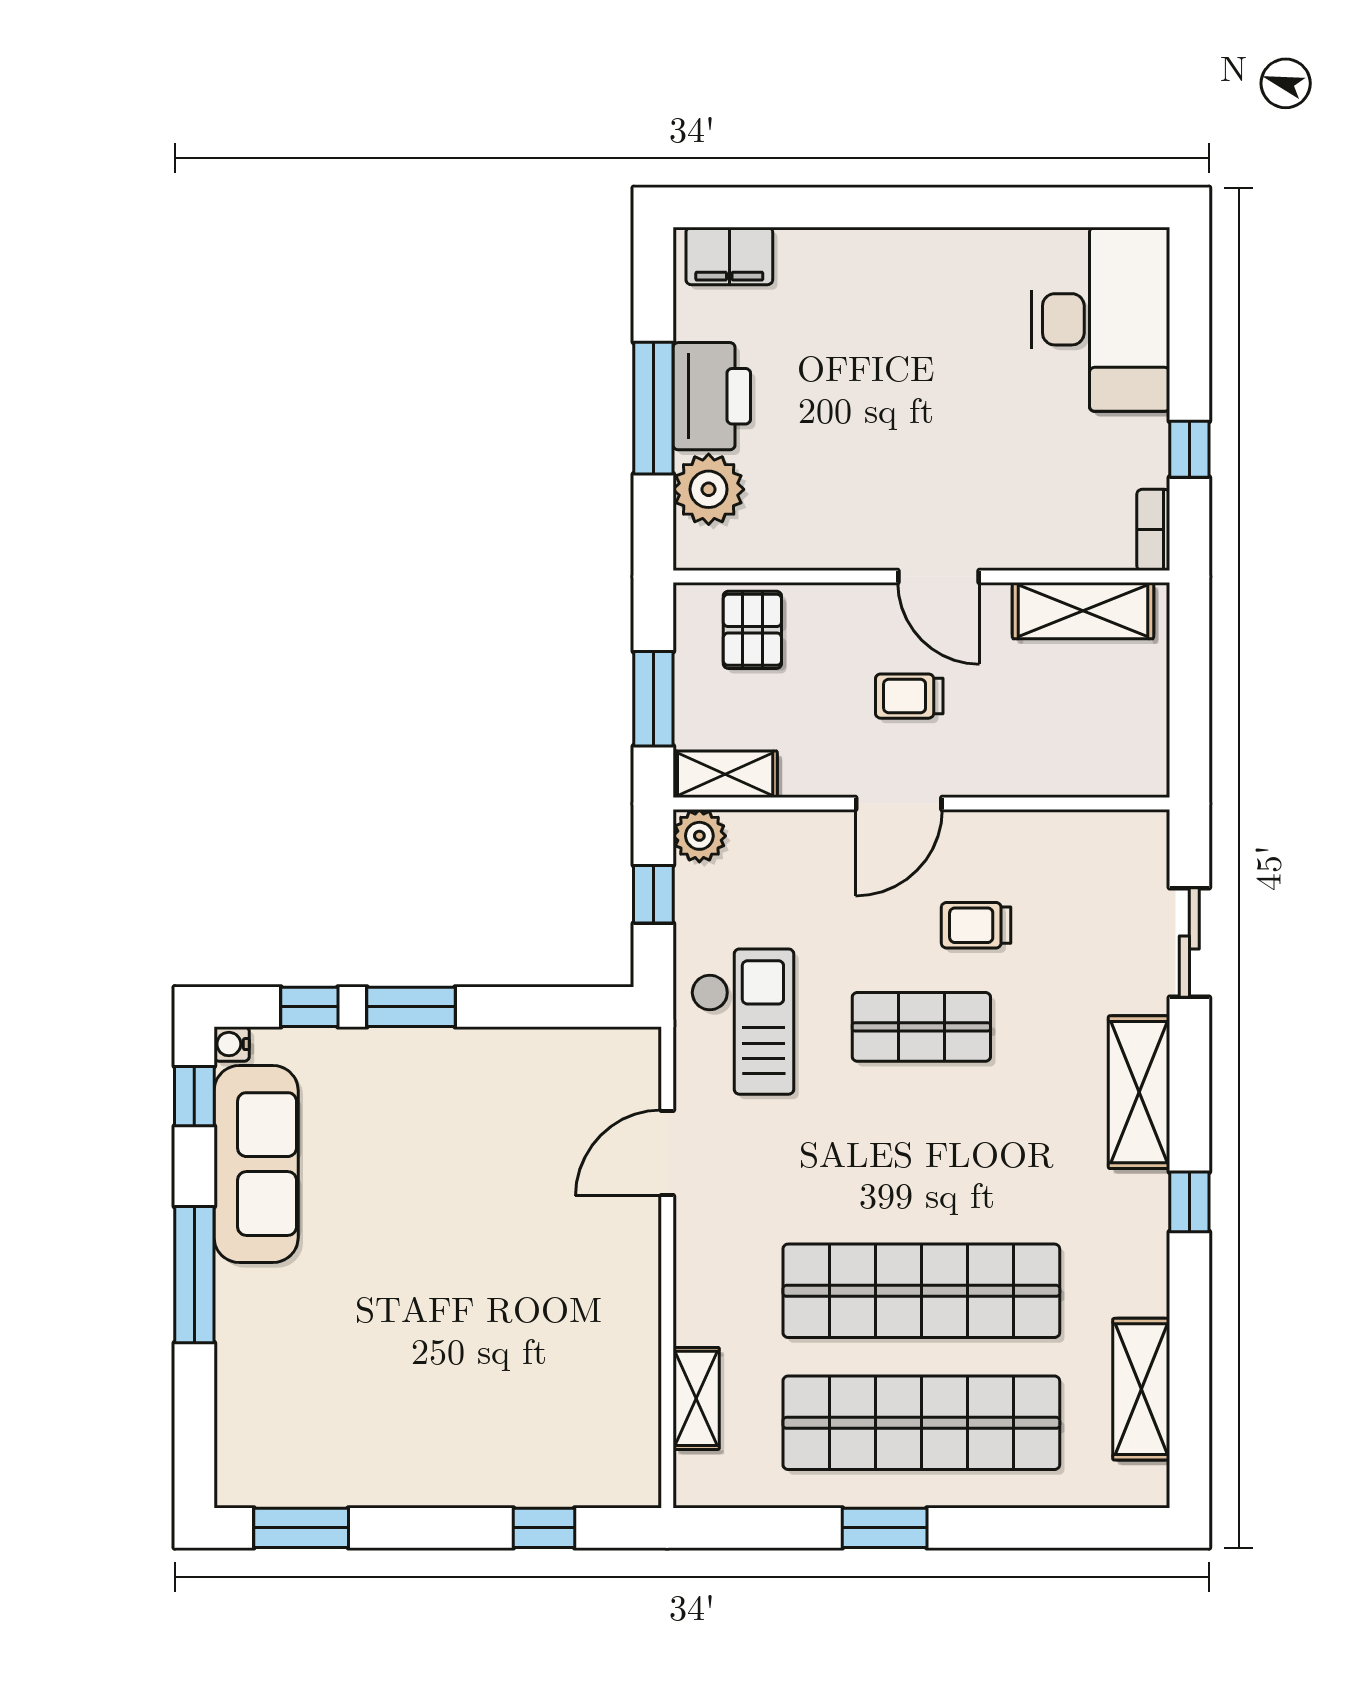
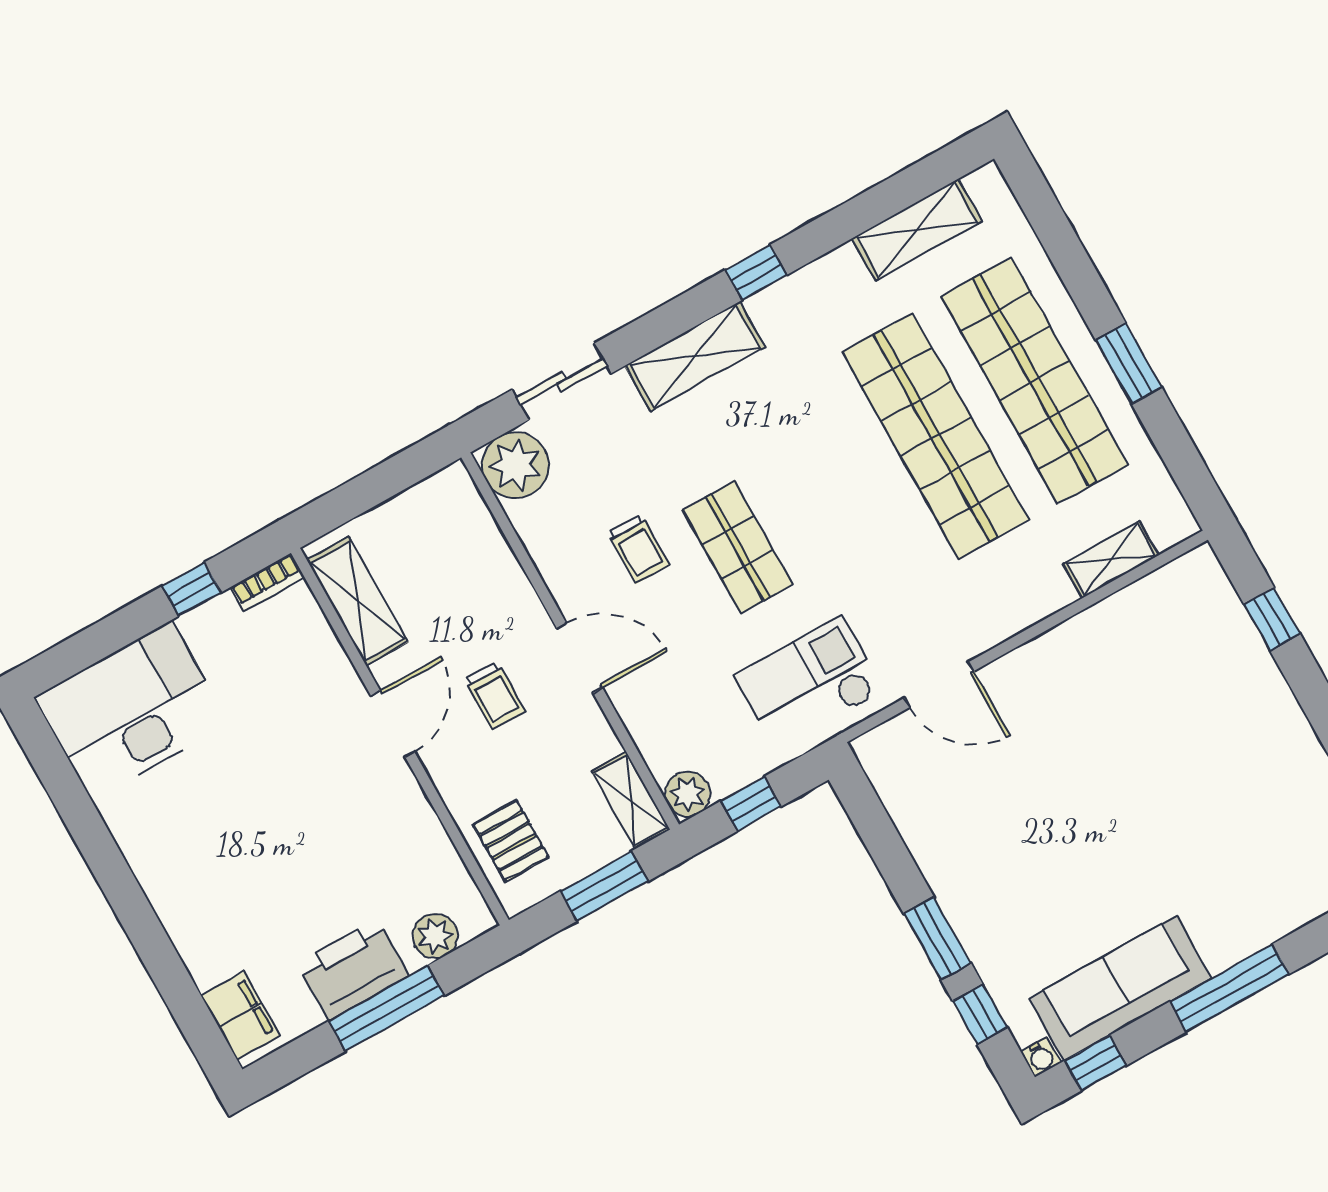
plant: (709, 489) -> (435, 936), width x0.73, depth x0.73
pallet: (752, 630) -> (511, 841), turned 90
plant: (1131, 848) -> (515, 465), added

